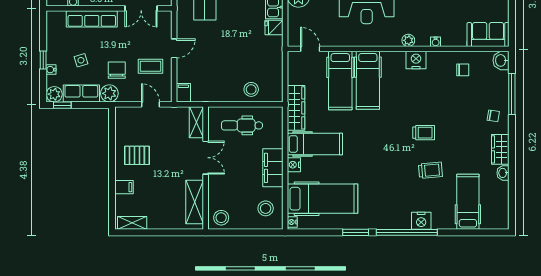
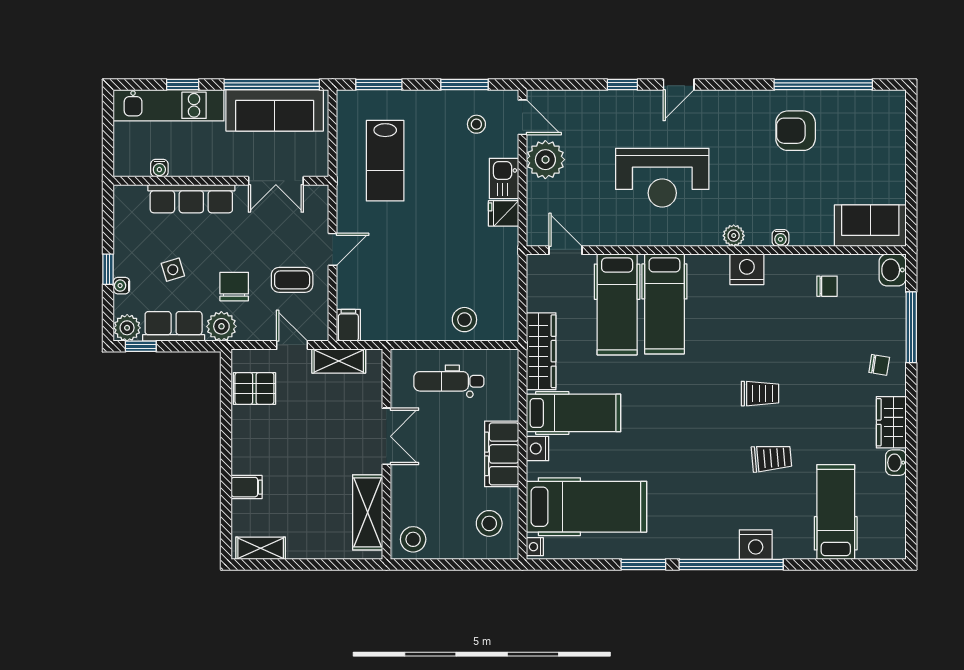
shelving: (196, 122) -> (339, 361), moved, turned 90
pallet: (137, 155) -> (254, 388), moved

